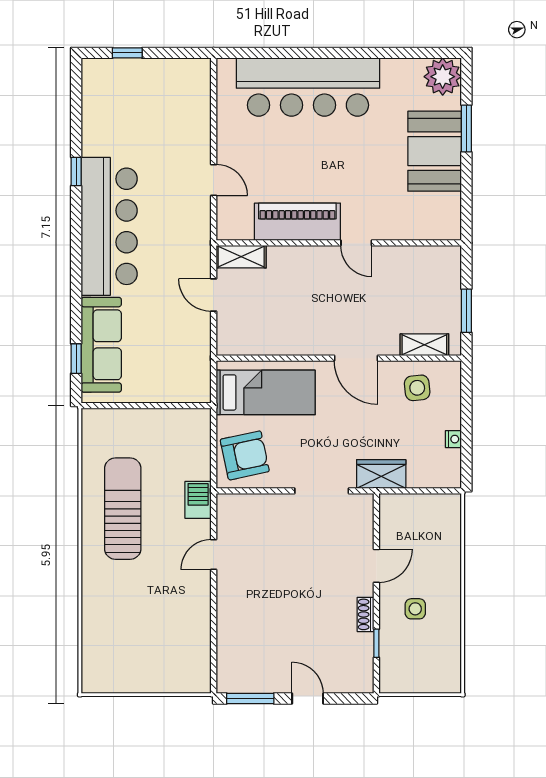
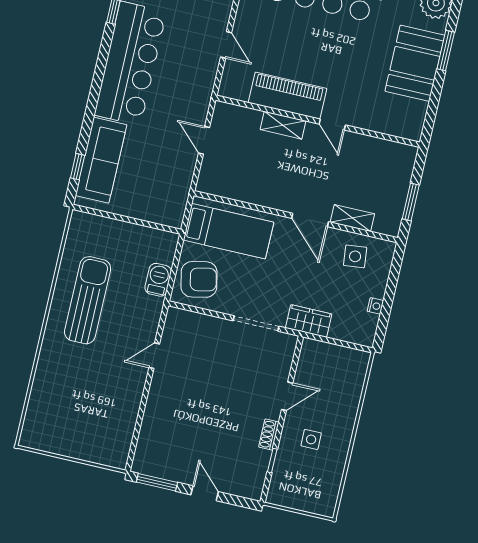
shelving: (241, 257) -> (283, 125), moved
shelving: (424, 345) -> (352, 218), moved
barbecue: (198, 500) -> (158, 280), moved

